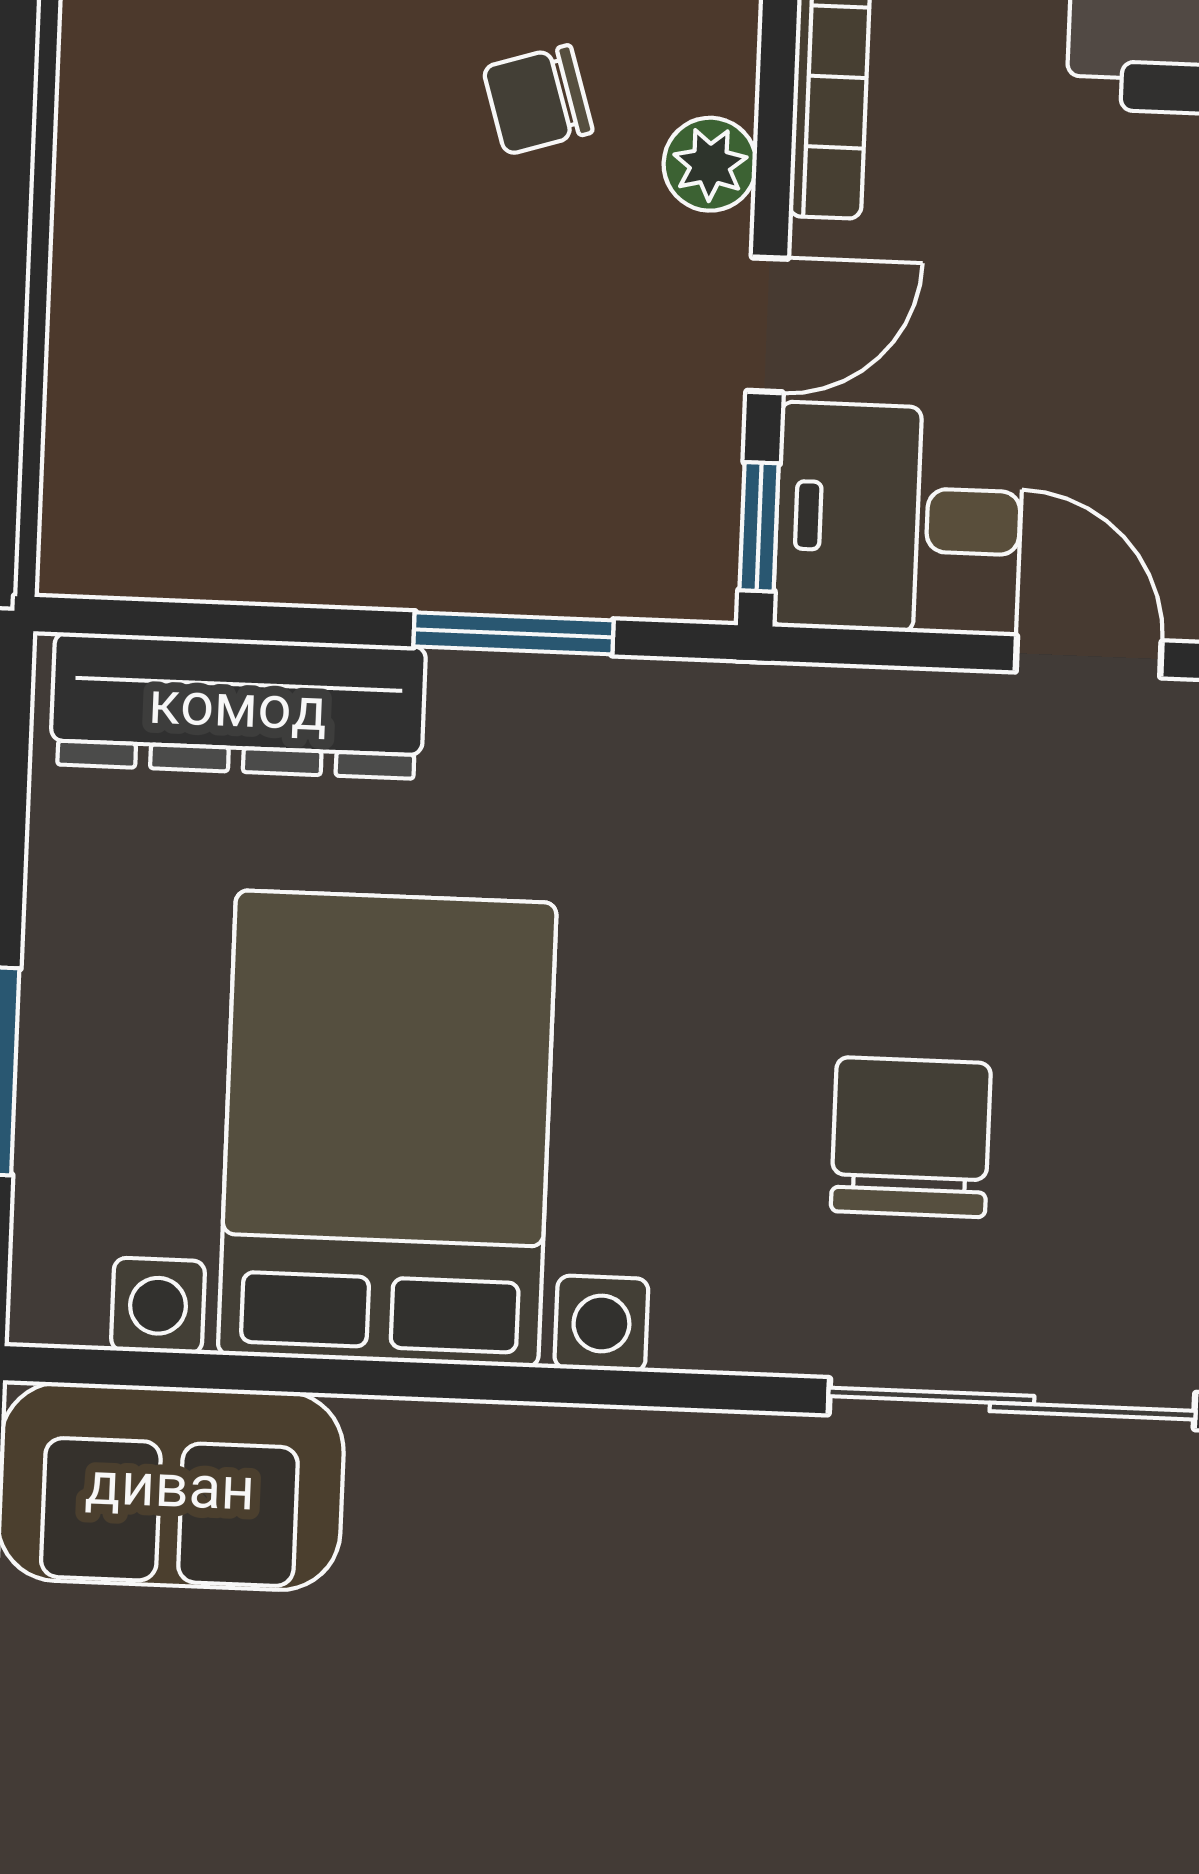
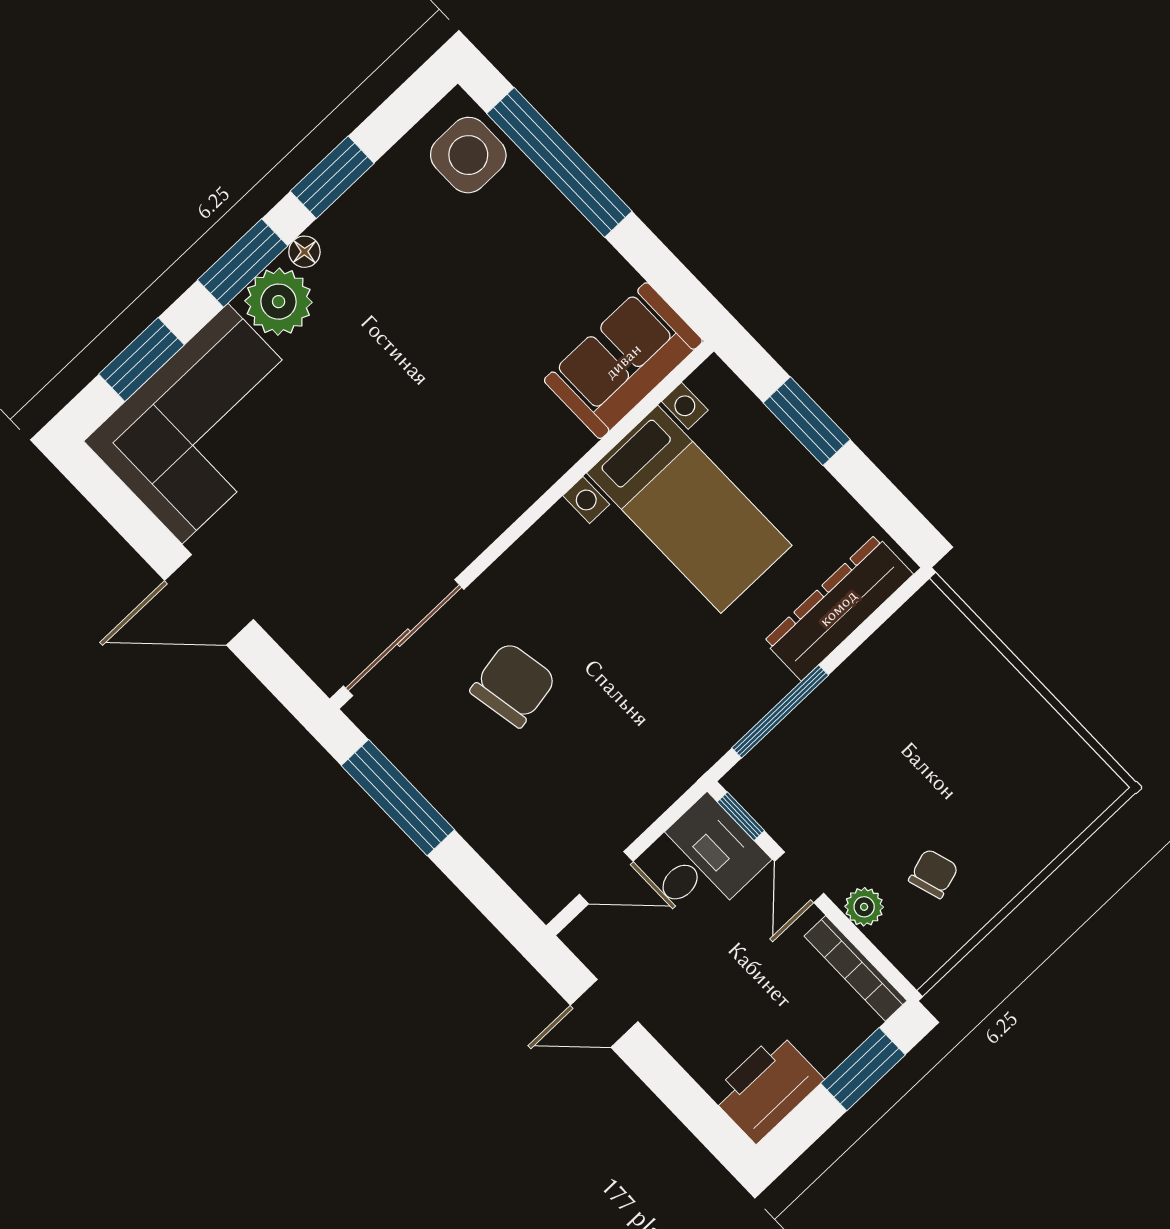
window: (514, 633) -> (780, 711), width x1.44
bed with nightstands: (387, 1129) -> (689, 509), width x0.73
chair: (911, 1137) -> (513, 685), turned -100

